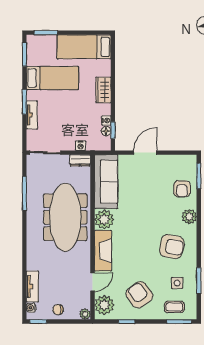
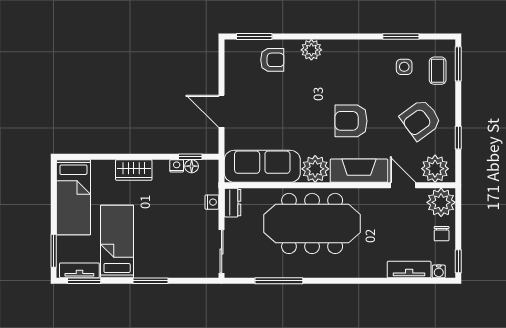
tv unit: (32, 115) -> (79, 270), moved
armchair: (172, 247) -> (351, 121), moved, turned -101
plant: (85, 314) -> (441, 202), width x1.88, depth x1.88

